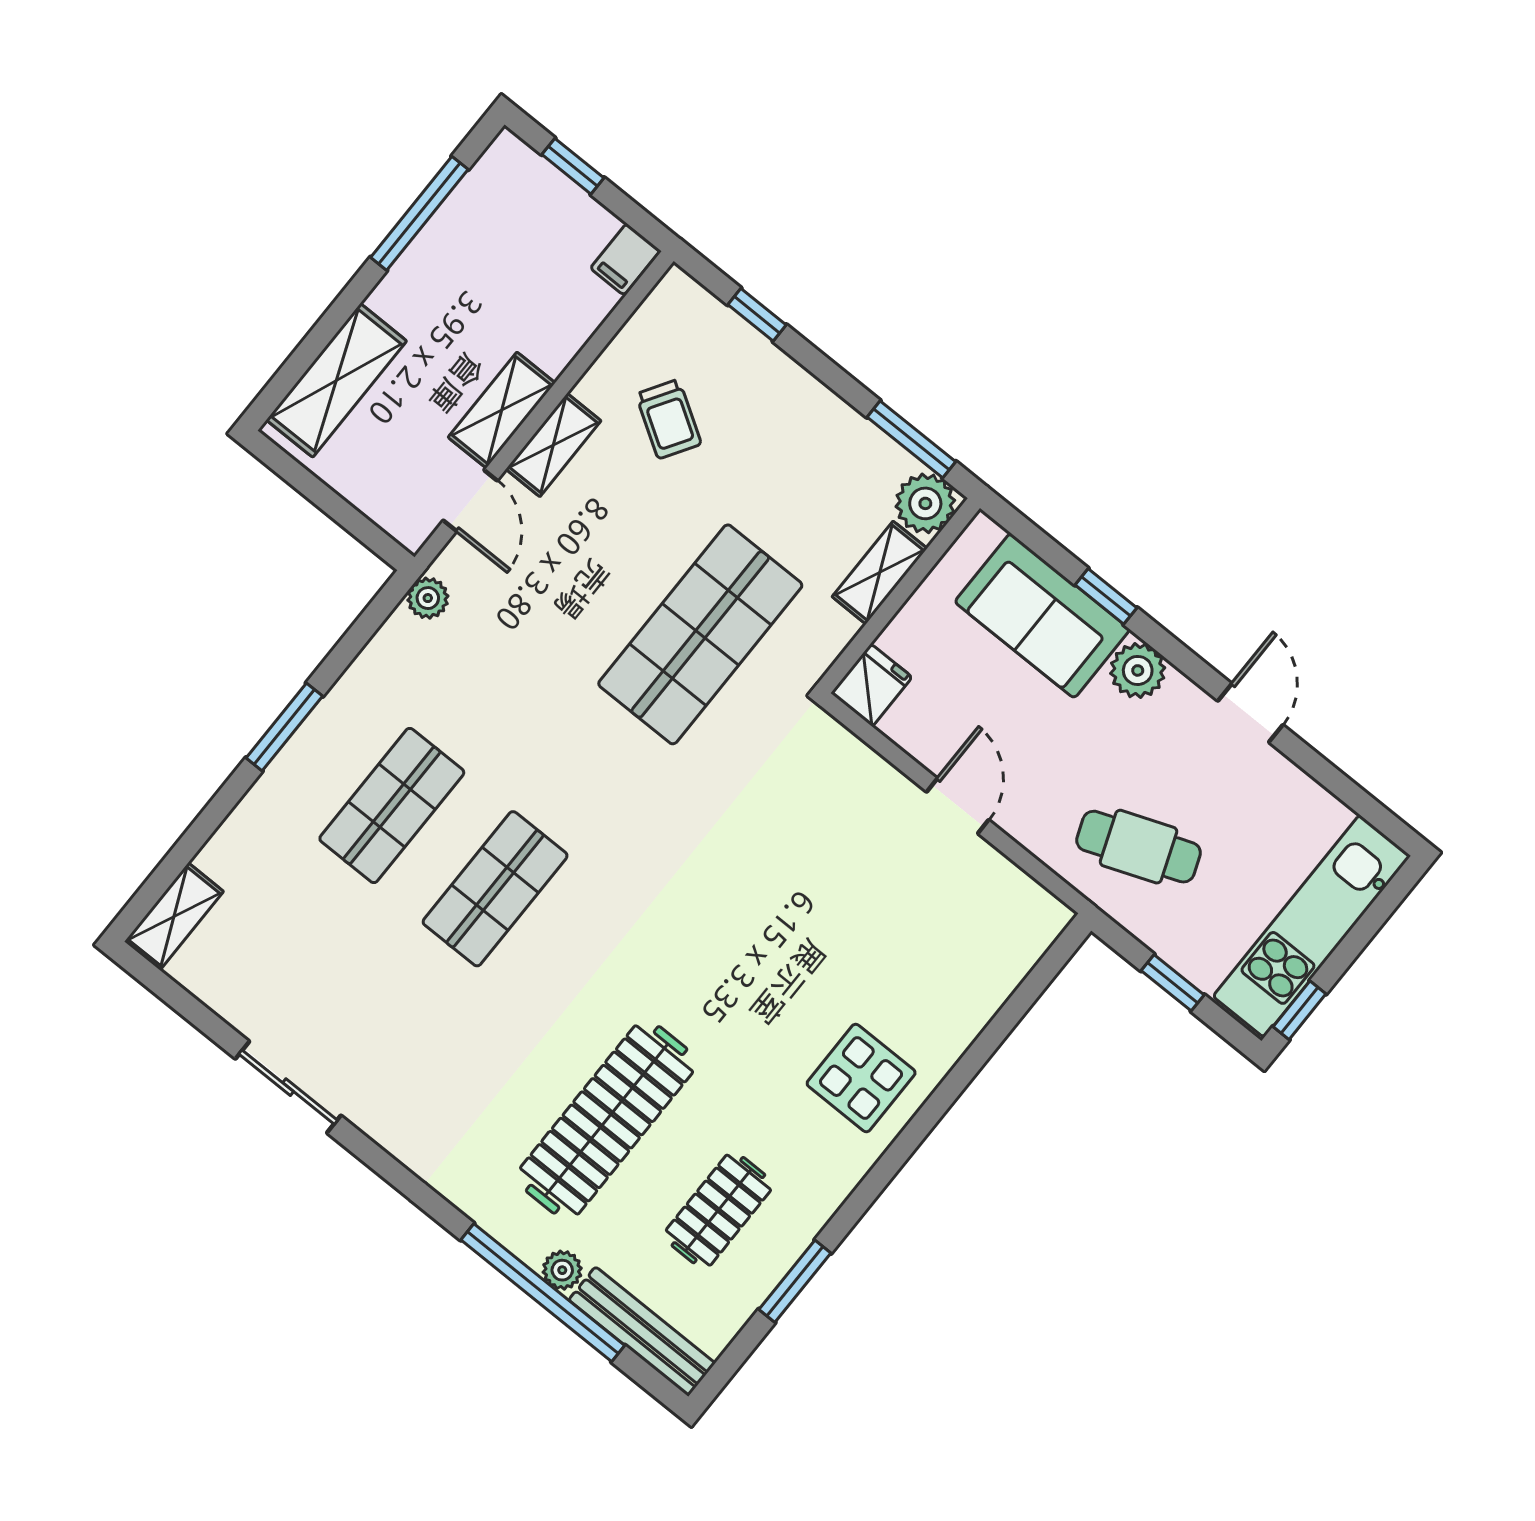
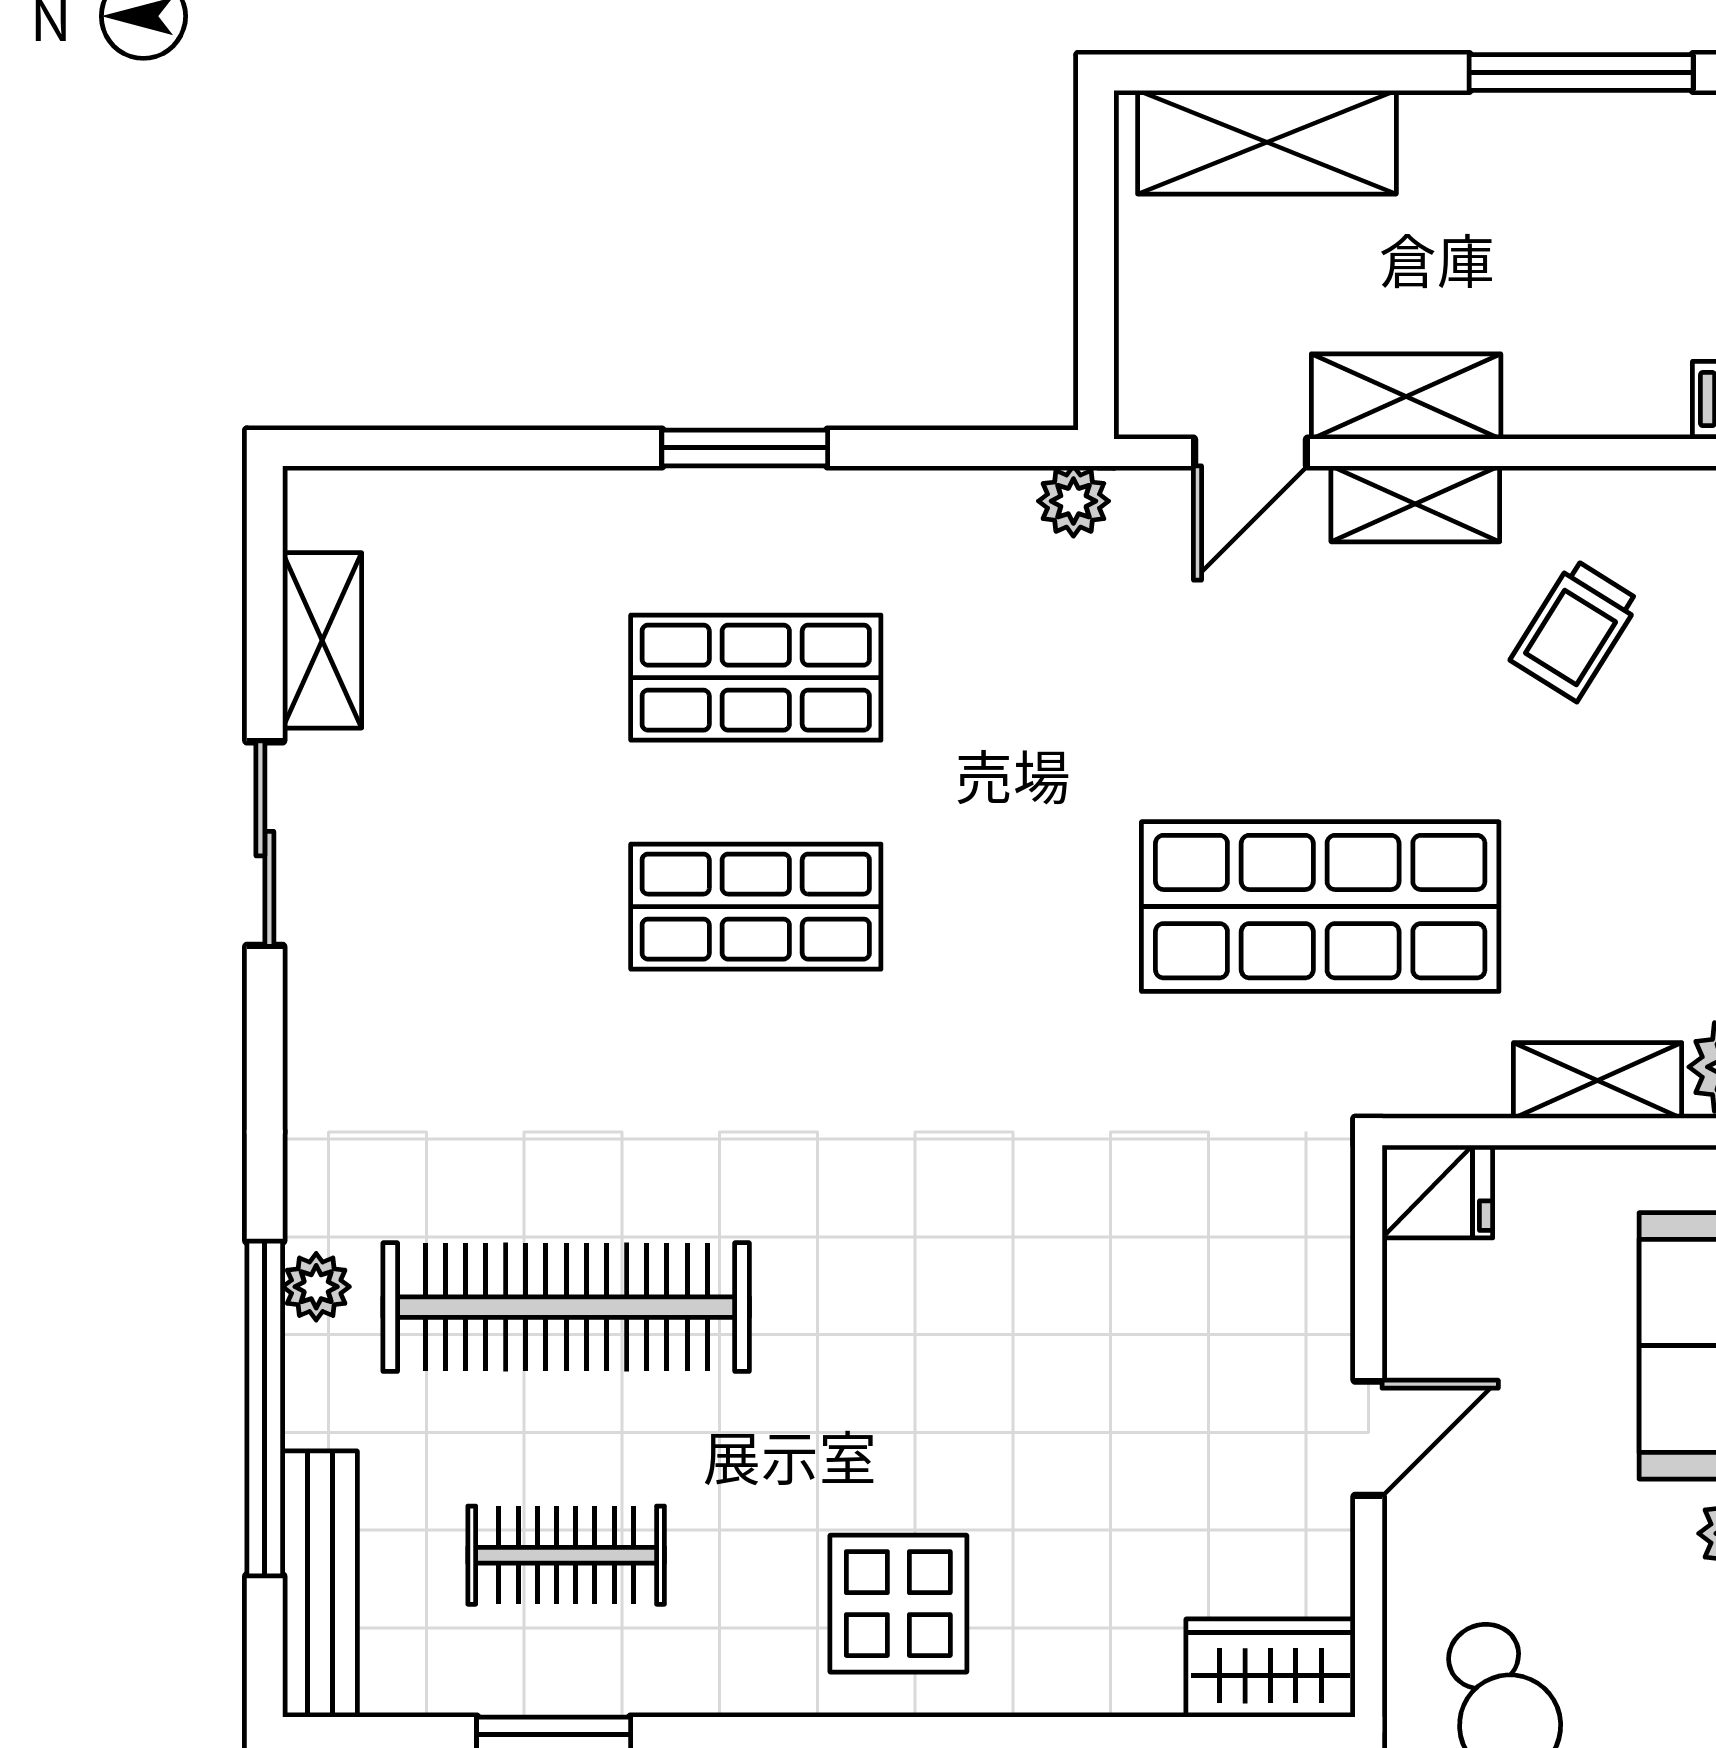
shelving: (174, 917) -> (322, 640), moved, turned 90
wardrobe: (1025, 934) -> (1271, 1668), added
plant: (562, 1270) -> (316, 1287), moved

